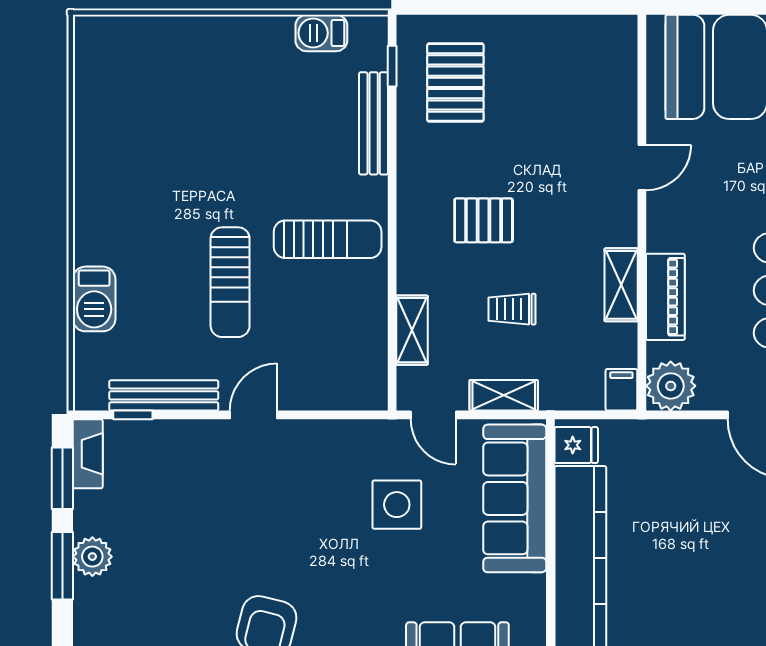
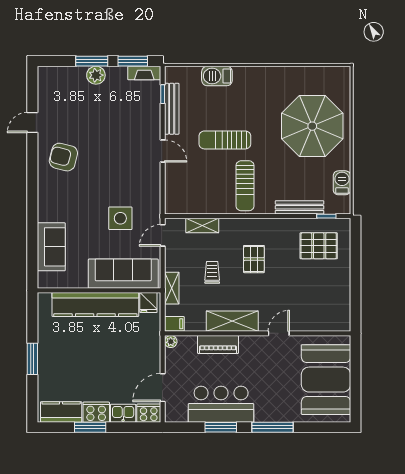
parasol: (201, 96) -> (312, 126), added
door: (642, 167) -> (279, 333), swing flipped
shelving: (621, 285) -> (232, 321), width x1.50, depth x1.33
plant: (671, 386) -> (171, 342), width x0.53, depth x0.53
shelving: (504, 395) -> (172, 288), moved

